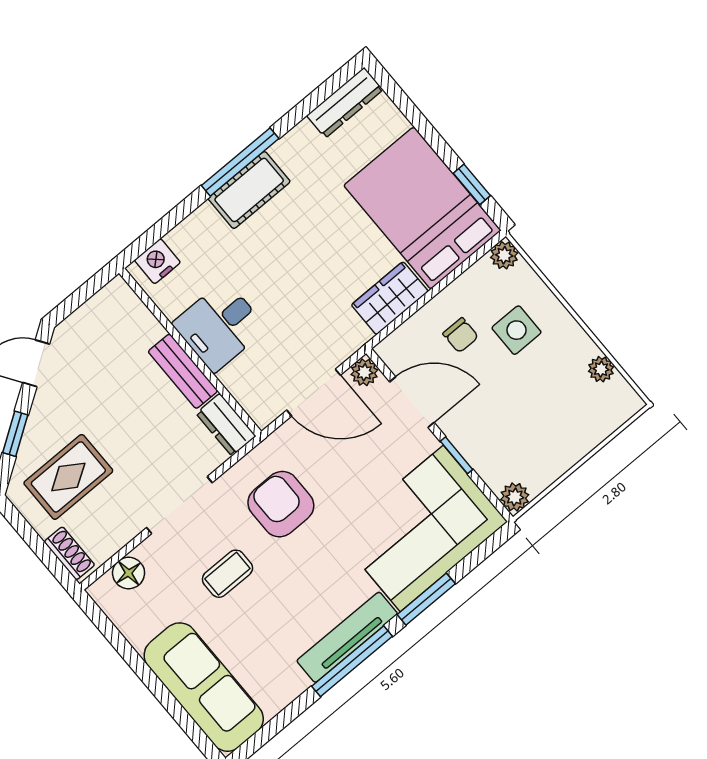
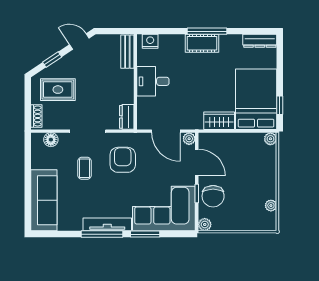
side table: (517, 330) -> (253, 168), removed
chair: (461, 335) -> (213, 196), moved, width x1.87, depth x1.87
bench: (183, 371) -> (127, 52), moved
coffee table: (227, 574) -> (85, 168), turned 90

